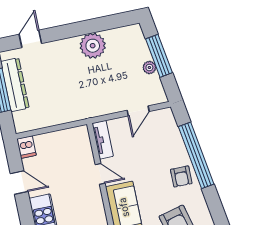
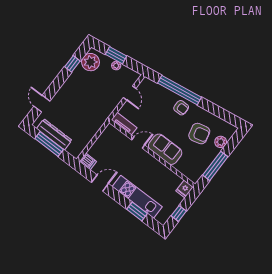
window: (102, 24) -> (72, 64), added
plant: (93, 46) -> (90, 62), moved
window: (159, 56) -> (116, 55), width x0.69

